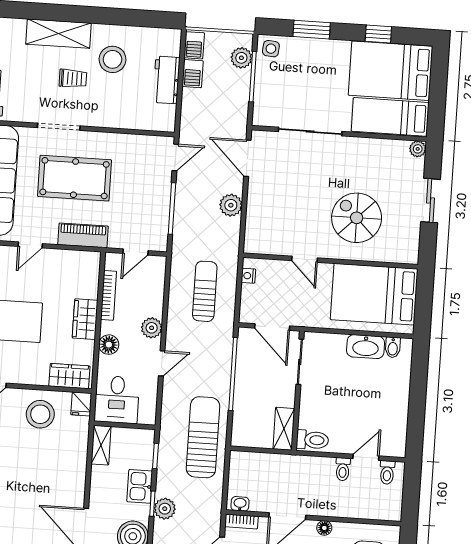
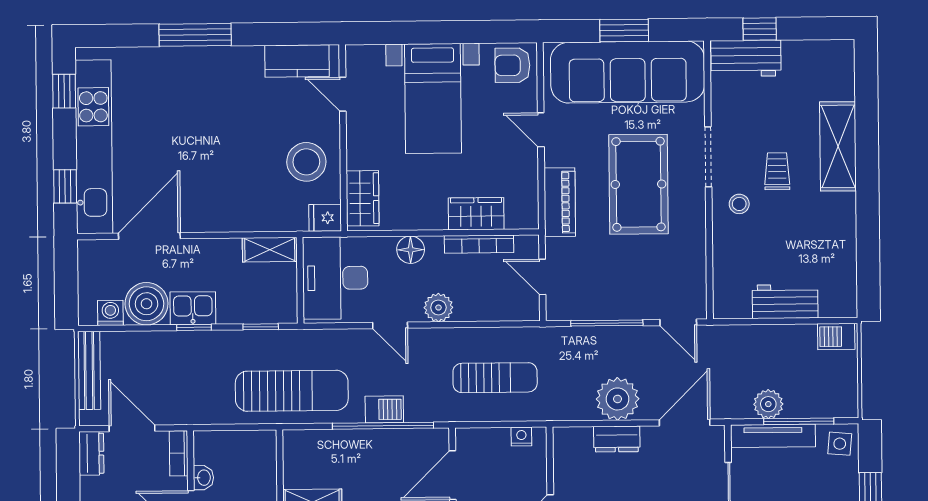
plant: (241, 58) -> (768, 404), moved
stool: (113, 59) -> (739, 204), moved, width x0.53, depth x0.53
barbecue: (193, 74) -> (384, 409), moved, turned 180
trolley: (73, 78) -> (777, 171), turned 180
tv unit: (262, 96) -> (773, 436), added
plant: (231, 205) -> (618, 399), width x1.36, depth x1.36
dresser: (255, 208) -> (617, 439), added
wardrobe: (85, 319) -> (476, 214), moved
desk: (117, 399) -> (335, 278), width x1.37
kitchen sink: (140, 486) -> (193, 308), moved
washbasin: (240, 504) -> (203, 478), moved
plant: (165, 509) -> (188, 345), removed

